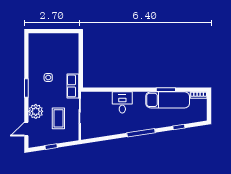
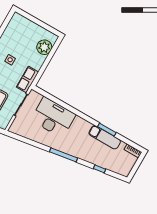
plant: (71, 50) -> (44, 47), added
exam couch: (168, 100) -> (105, 137), width x0.73, depth x0.69
desk: (122, 102) -> (53, 117), width x1.87, depth x1.30

